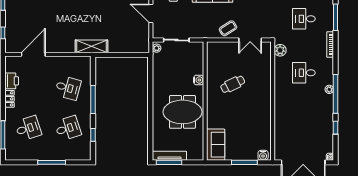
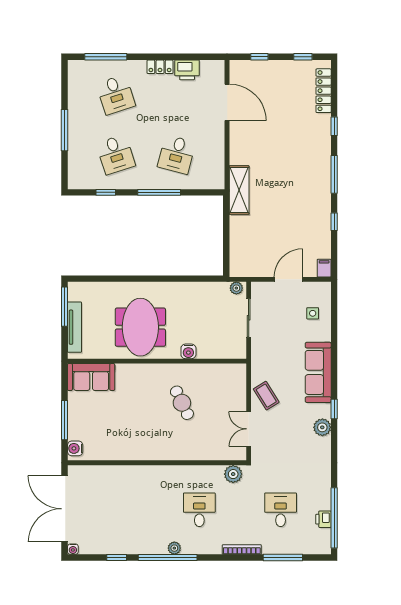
tv unit: (169, 156) -> (74, 327), moved

